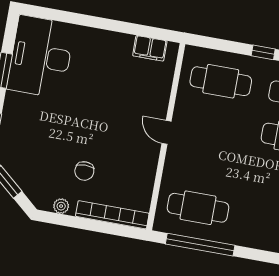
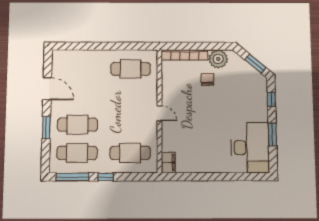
filing cabinet: (150, 48) -> (168, 162), moved, turned 90
plant: (61, 206) -> (218, 59), width x1.87, depth x1.87
window: (200, 245) -> (125, 46), removed

